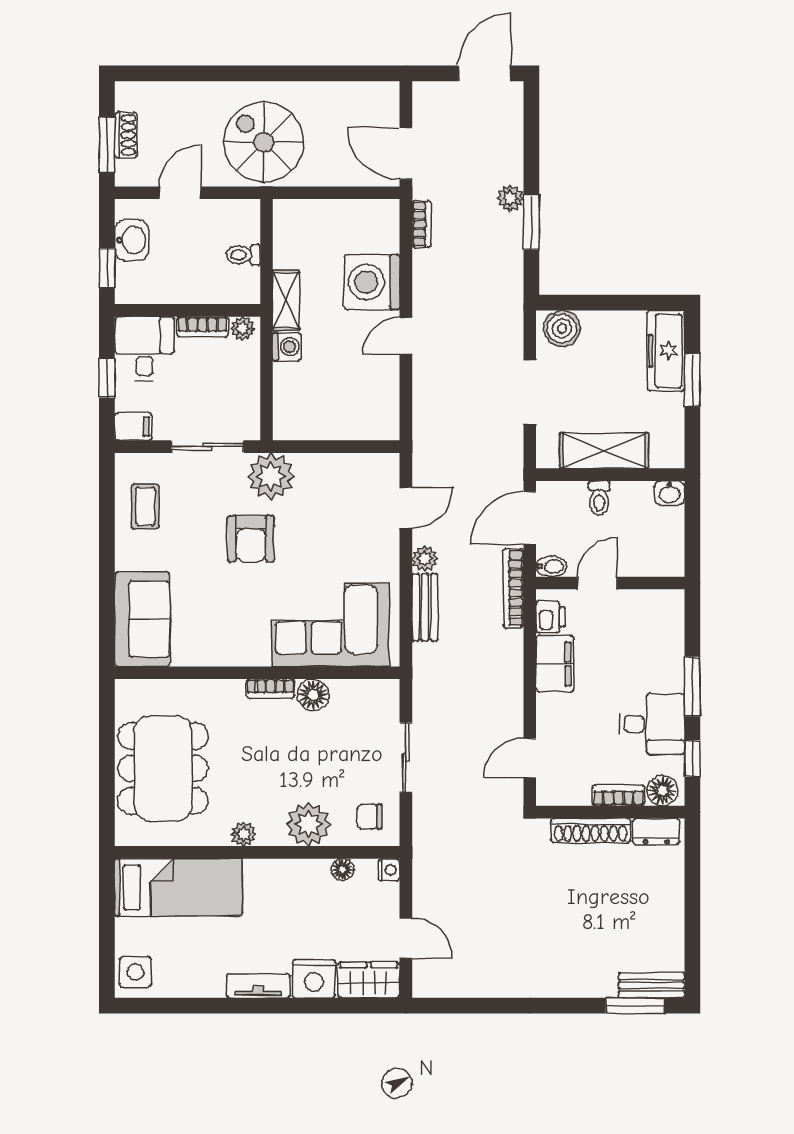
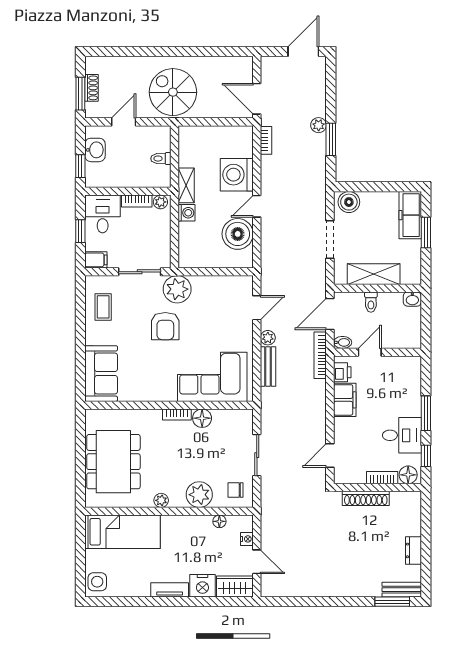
boiler: (373, 383) -> (238, 234), added
dresser: (656, 832) -> (414, 550), moved, turned 90
nightstand: (389, 870) -> (247, 539), moved

